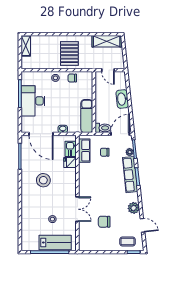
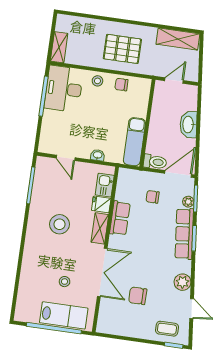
shelving: (26, 46) -> (59, 47), moved
pallet: (69, 53) -> (122, 49), turned 90
door: (108, 70) -> (174, 81), swing flipped
desk: (33, 101) -> (64, 89), moved
door: (41, 134) -> (66, 158), width x0.53
row of seats: (84, 151) -> (120, 218), moved
shelving: (71, 179) -> (100, 228), added
double door: (77, 209) -> (102, 272), width x1.37

